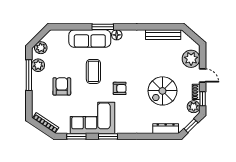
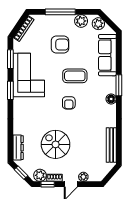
sofa: (90, 39) -> (107, 55), moved
plant: (191, 59) -> (83, 177), width x0.53, depth x0.53
window: (29, 75) -> (60, 12), moved
armchair: (120, 88) -> (69, 103), moved

